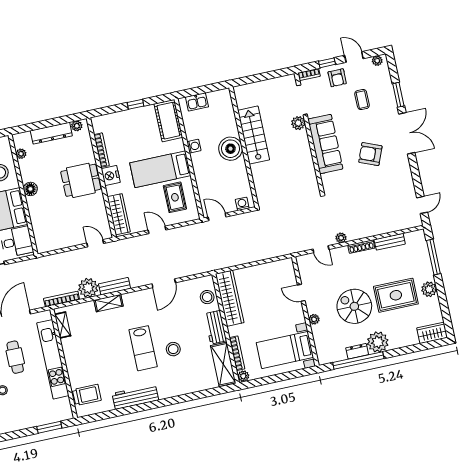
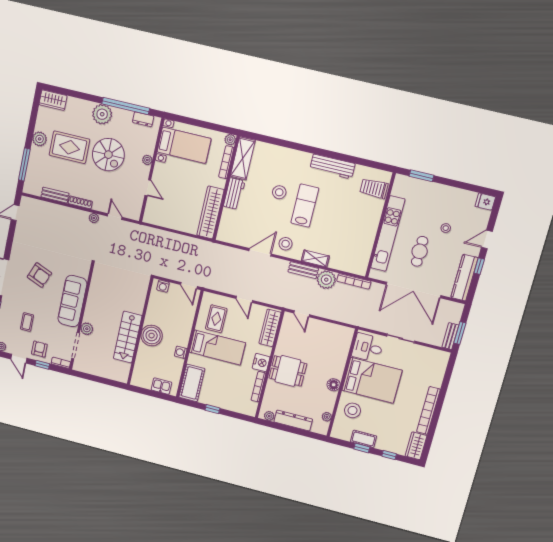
stool: (207, 297) -> (286, 244), moved
shelving: (63, 325) -> (364, 259), removed
dresser: (357, 351) -> (143, 119), moved

